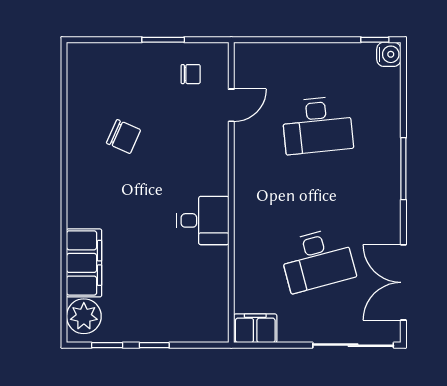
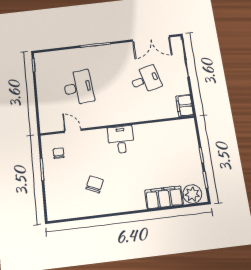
water cooler: (389, 54) -> (40, 58), removed
desk: (203, 220) -> (121, 140), moved
desk: (317, 260) -> (146, 80), width x0.73

